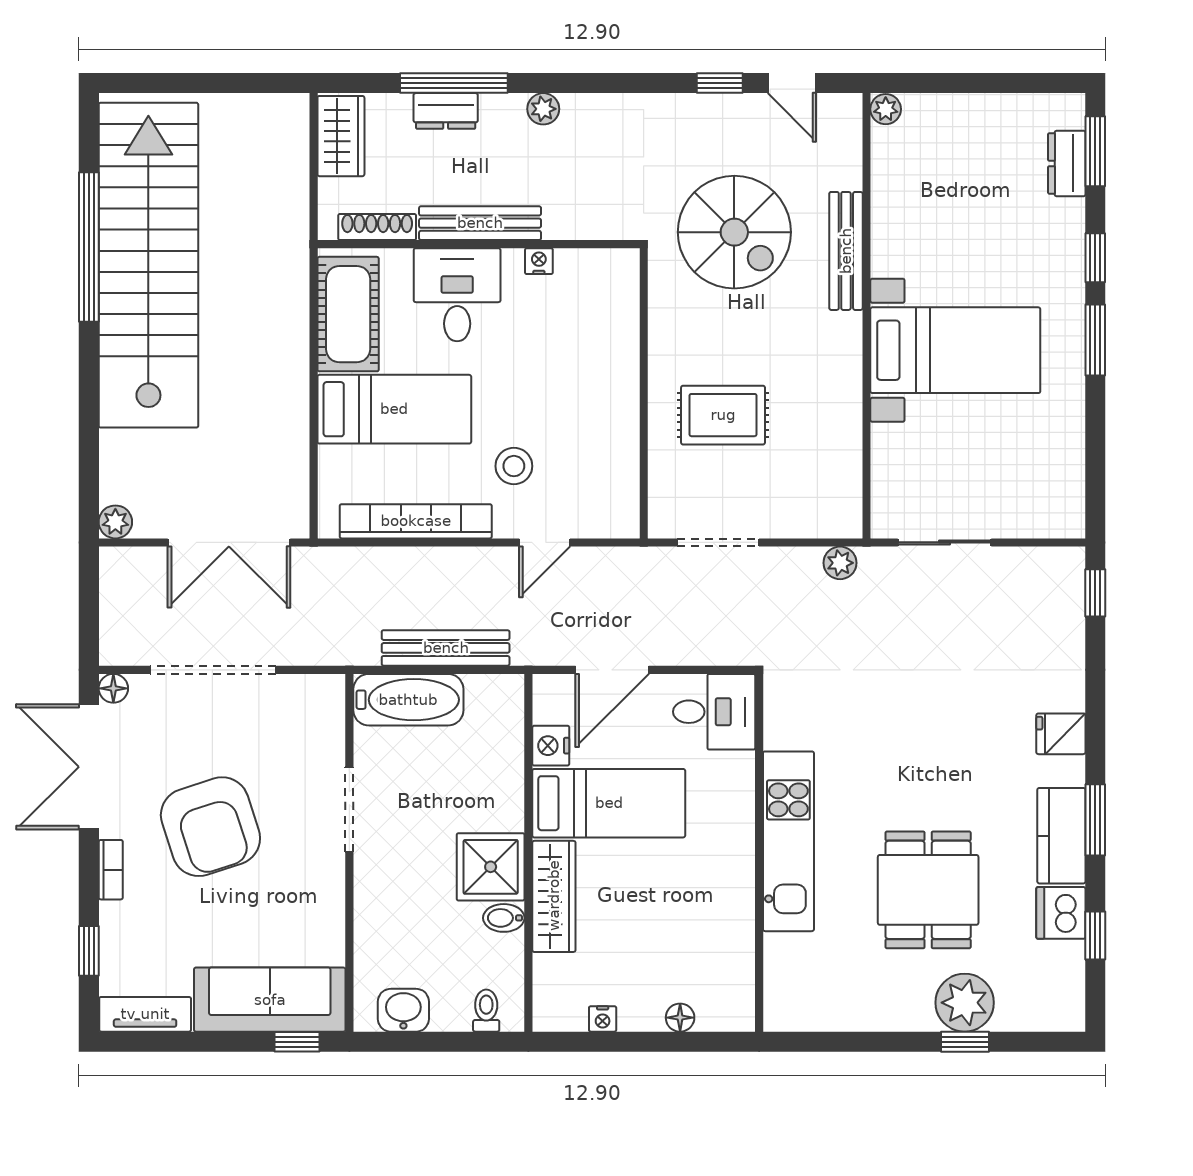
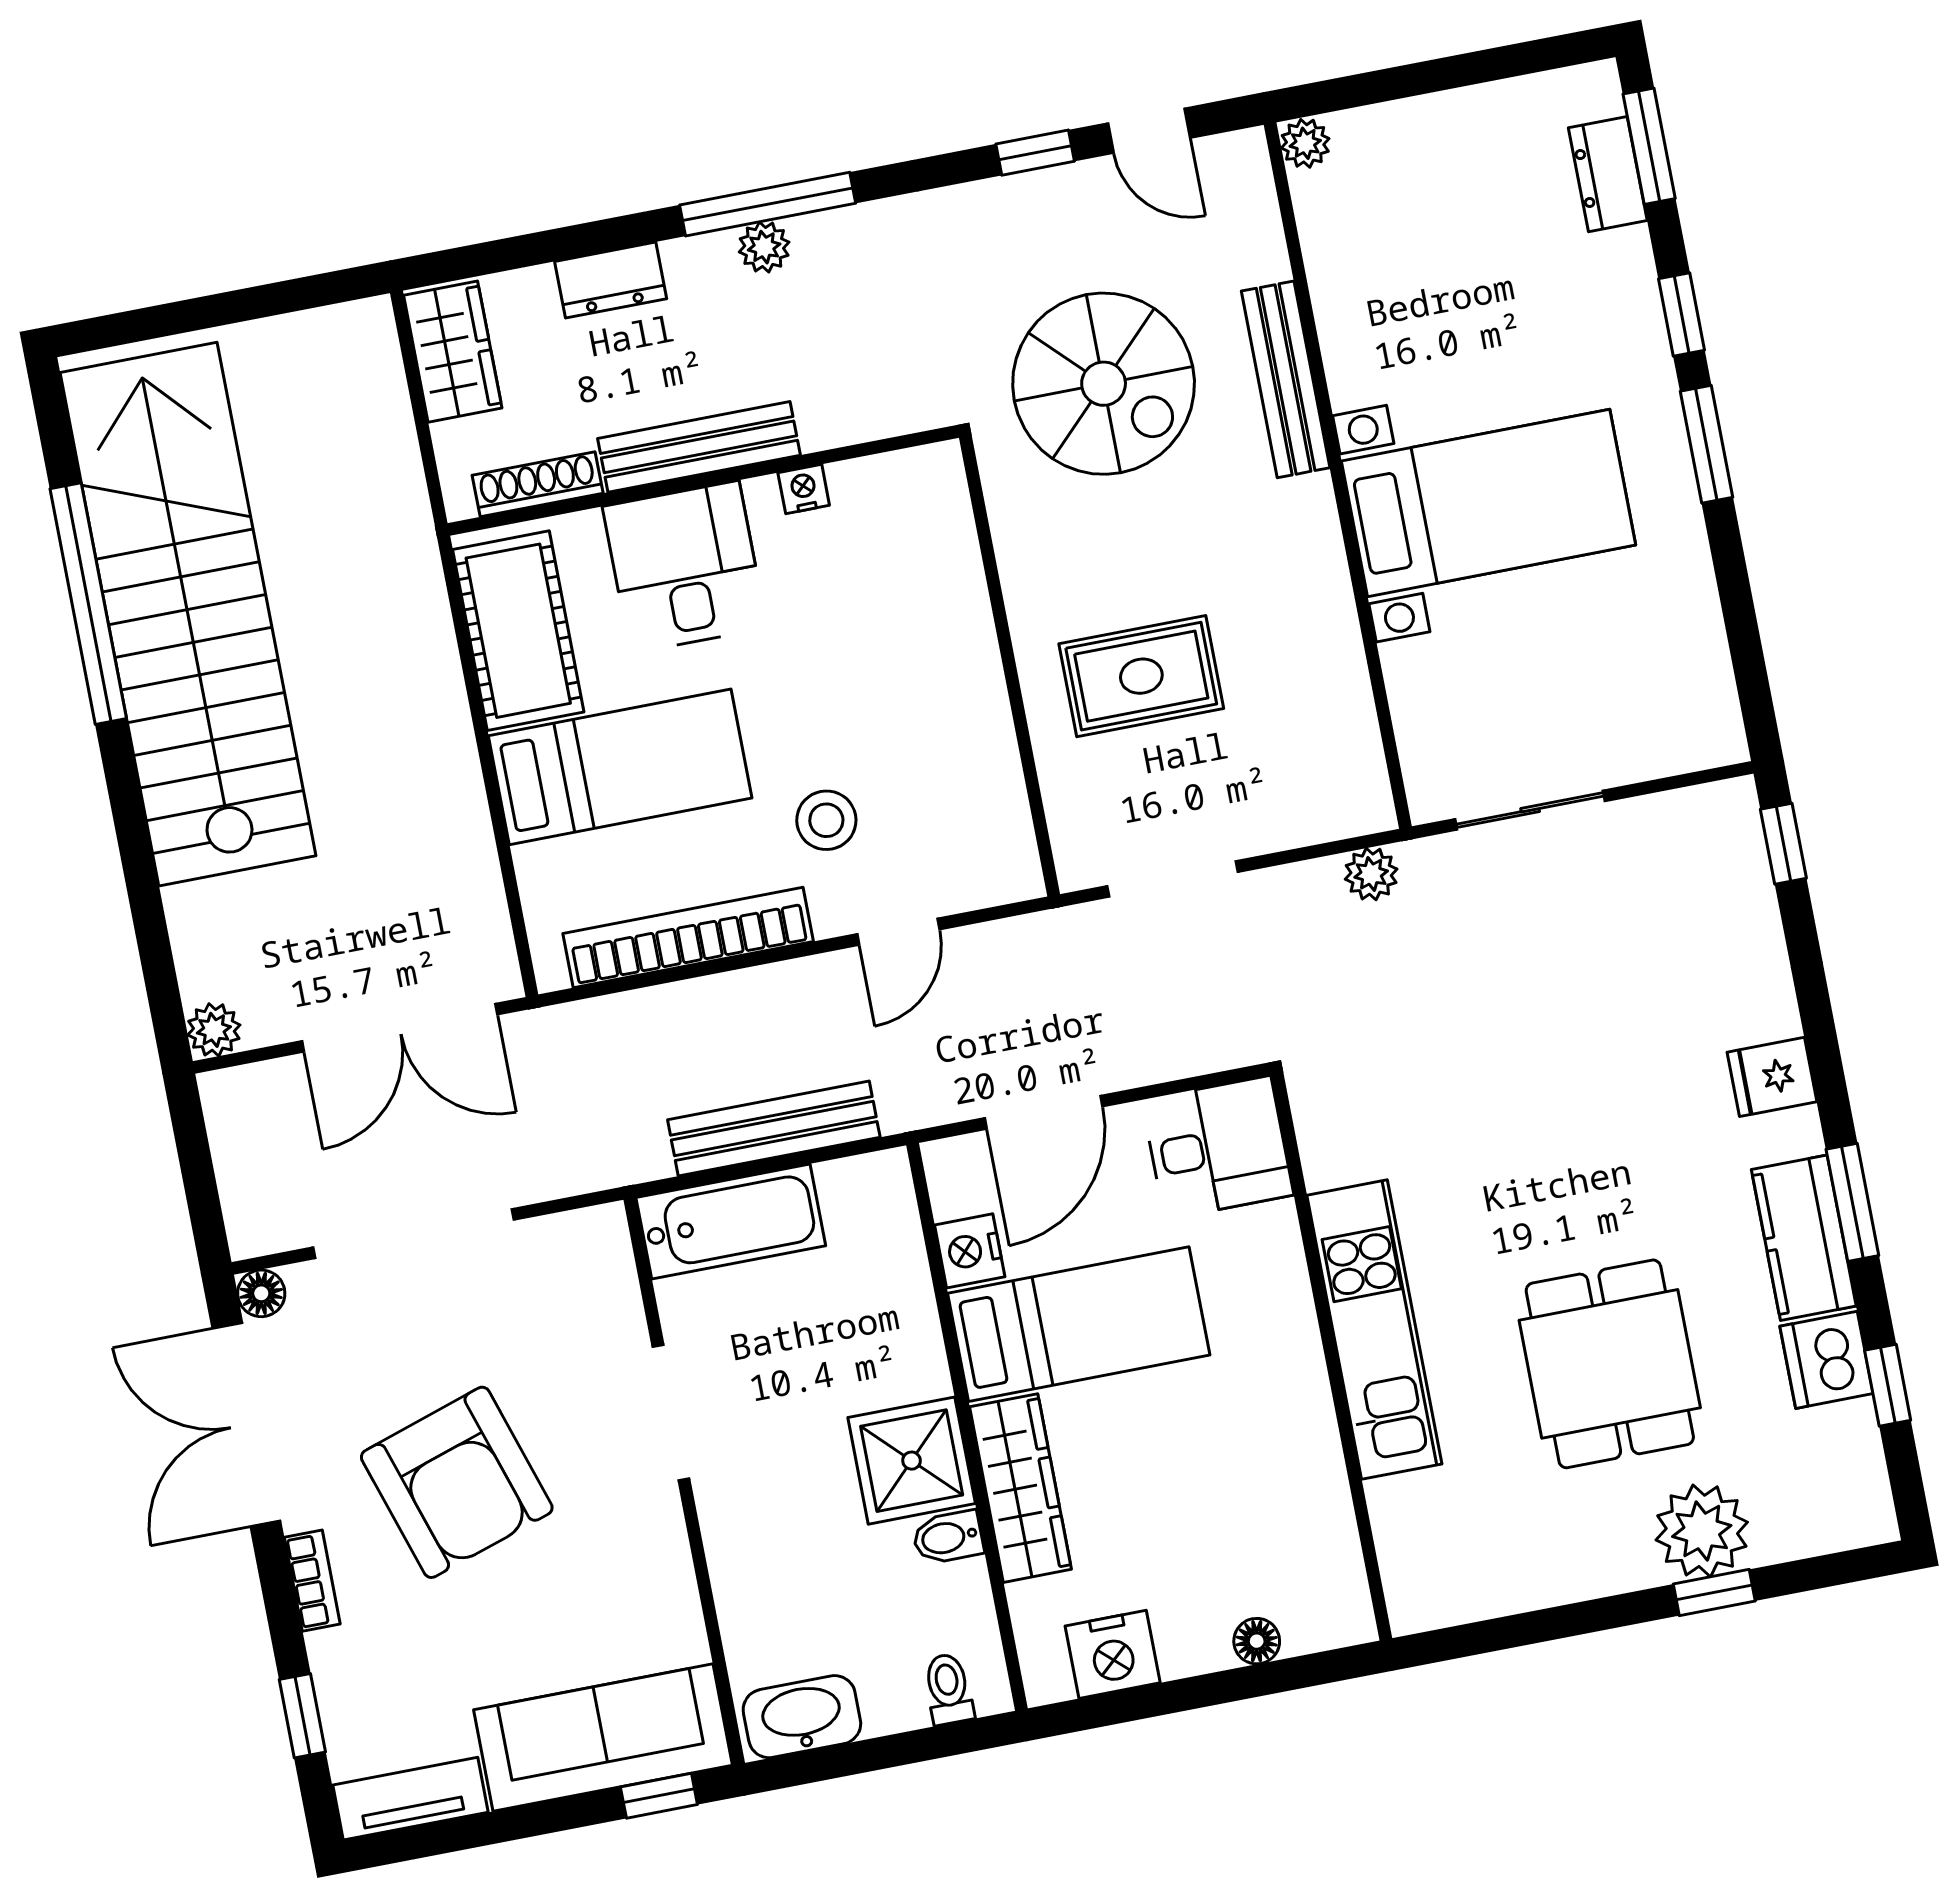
window: (454, 83) -> (768, 204), moved
washbasin: (403, 1010) -> (802, 1717), width x1.38
nightstand: (603, 1019) -> (1113, 1654), width x1.89, depth x1.79

